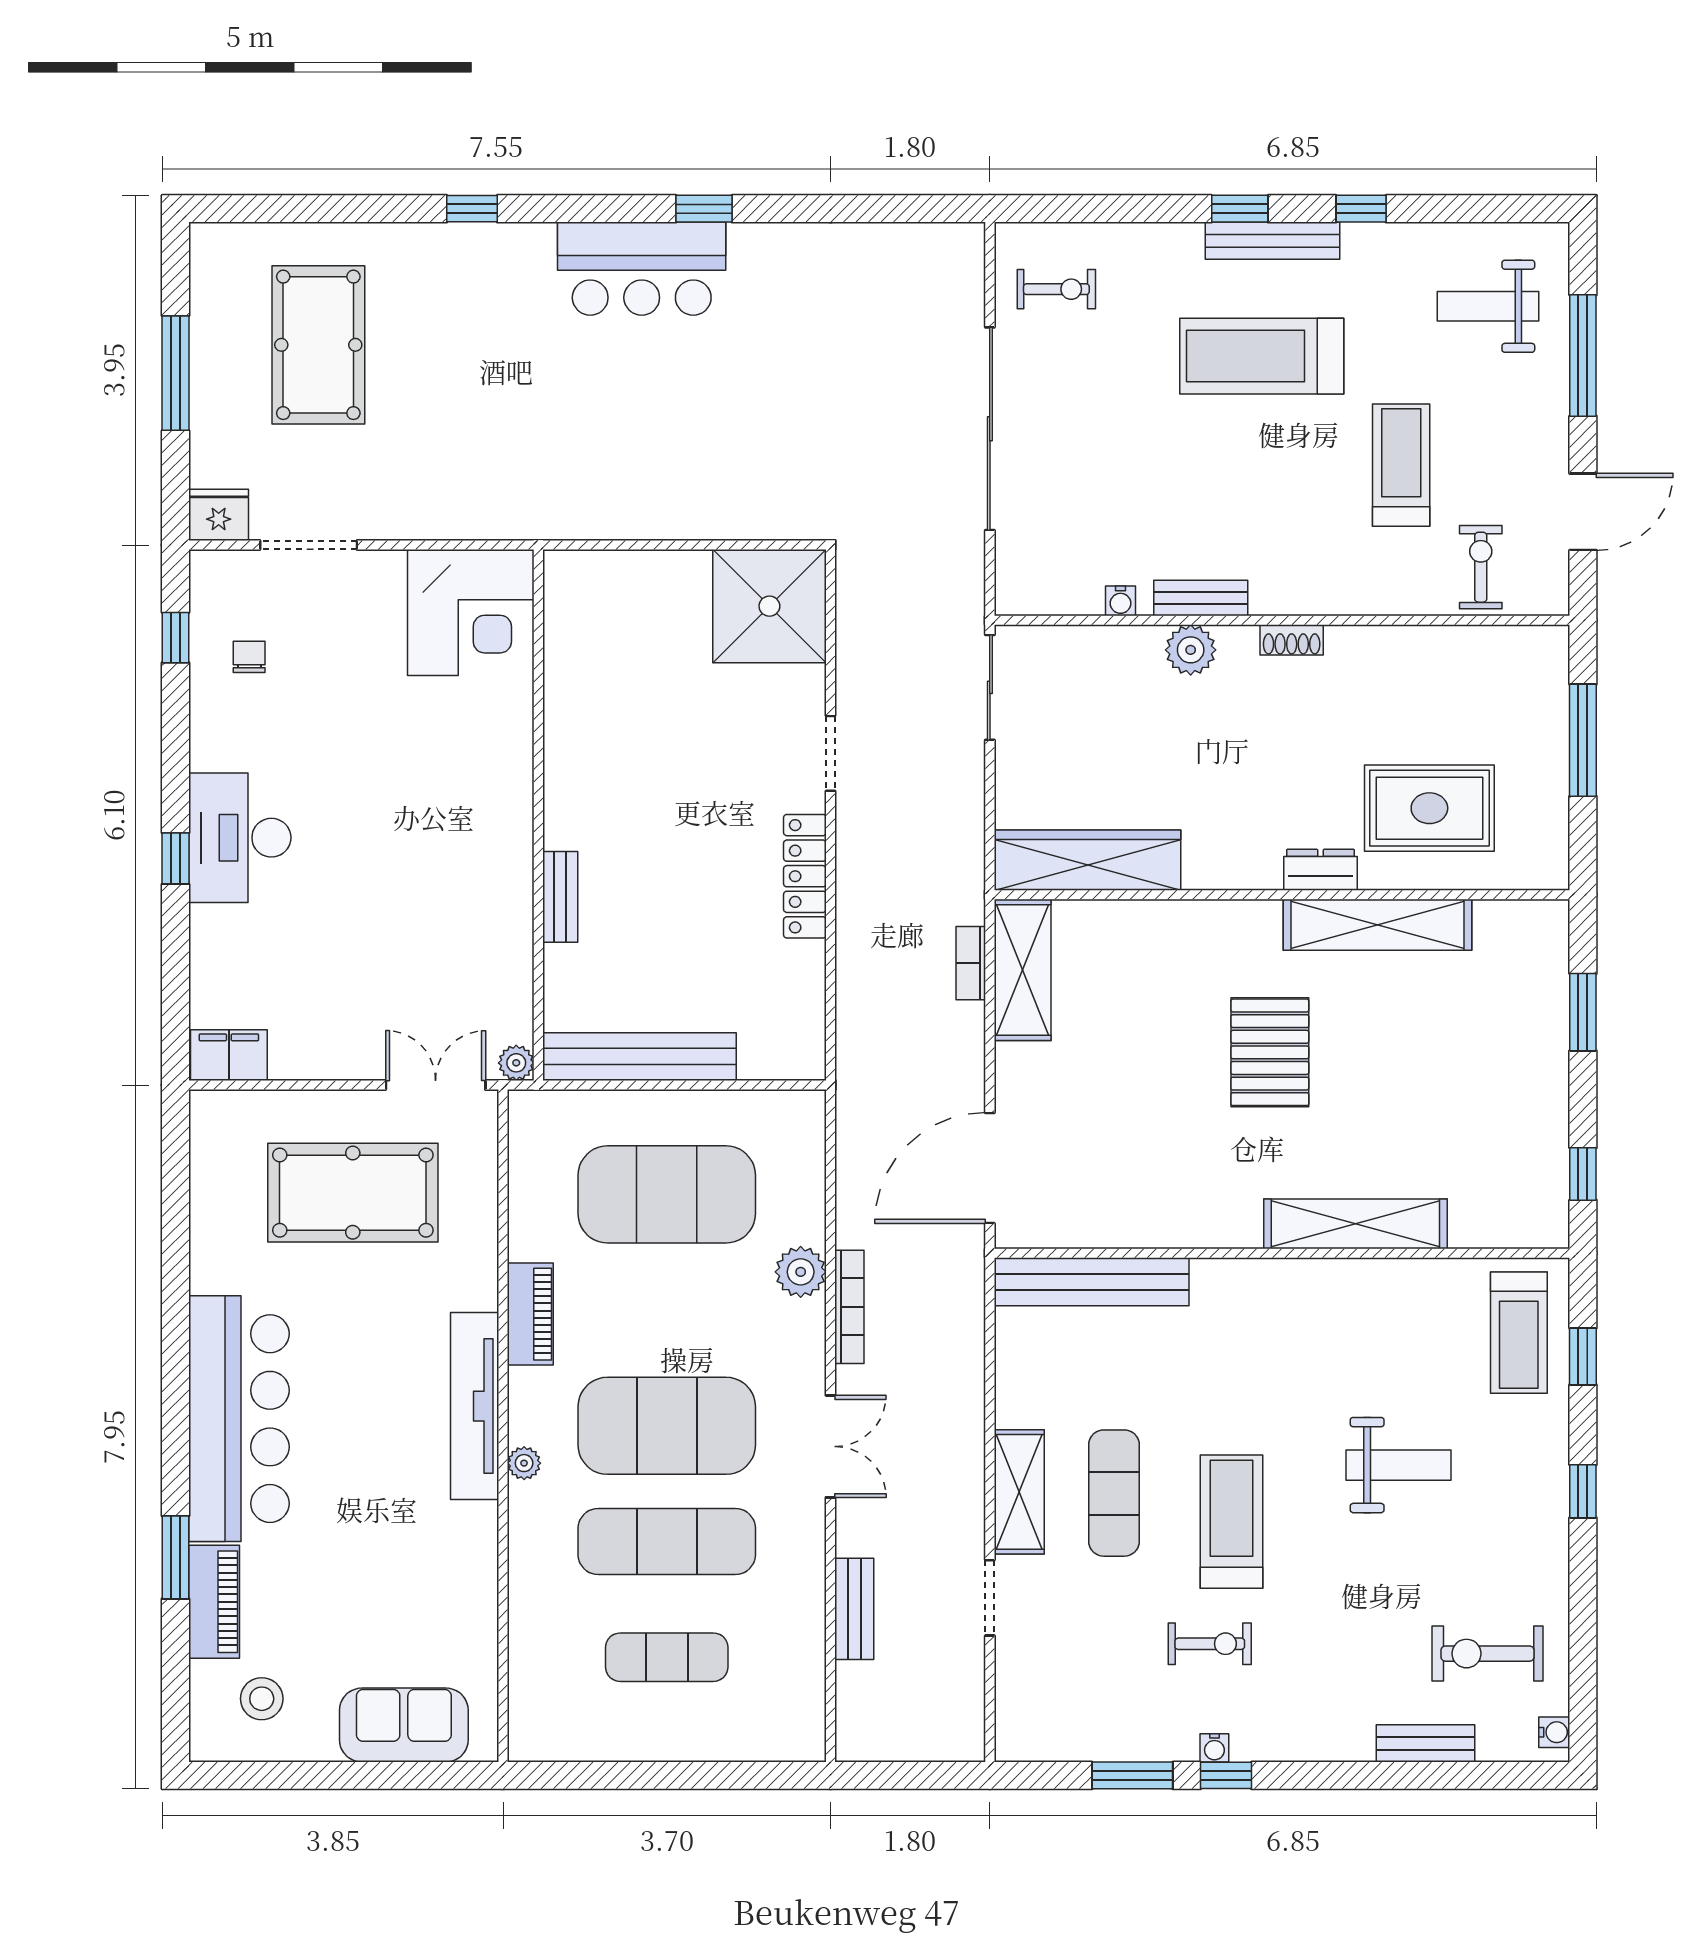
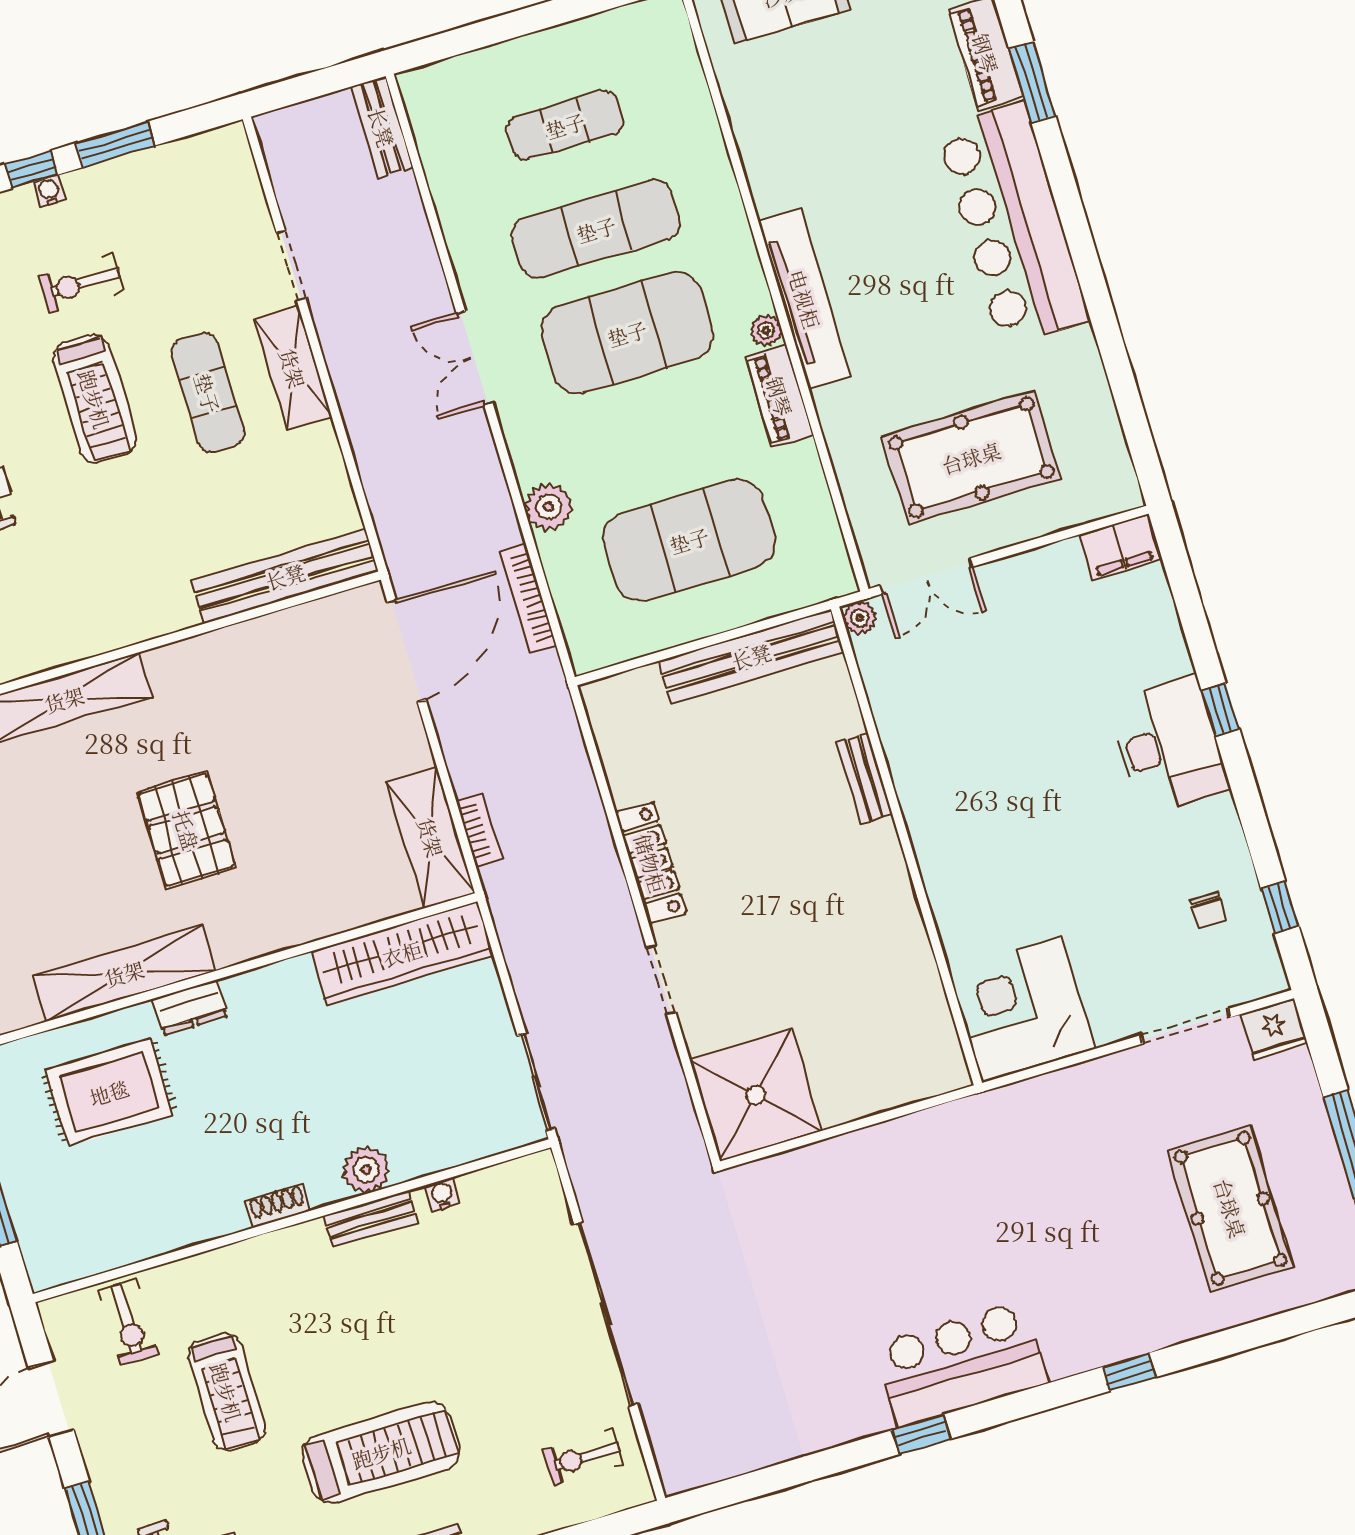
bookcase: (849, 1307) -> (528, 599), moved
plant: (524, 1463) -> (766, 330), moved
bench: (854, 1609) -> (382, 127), moved

